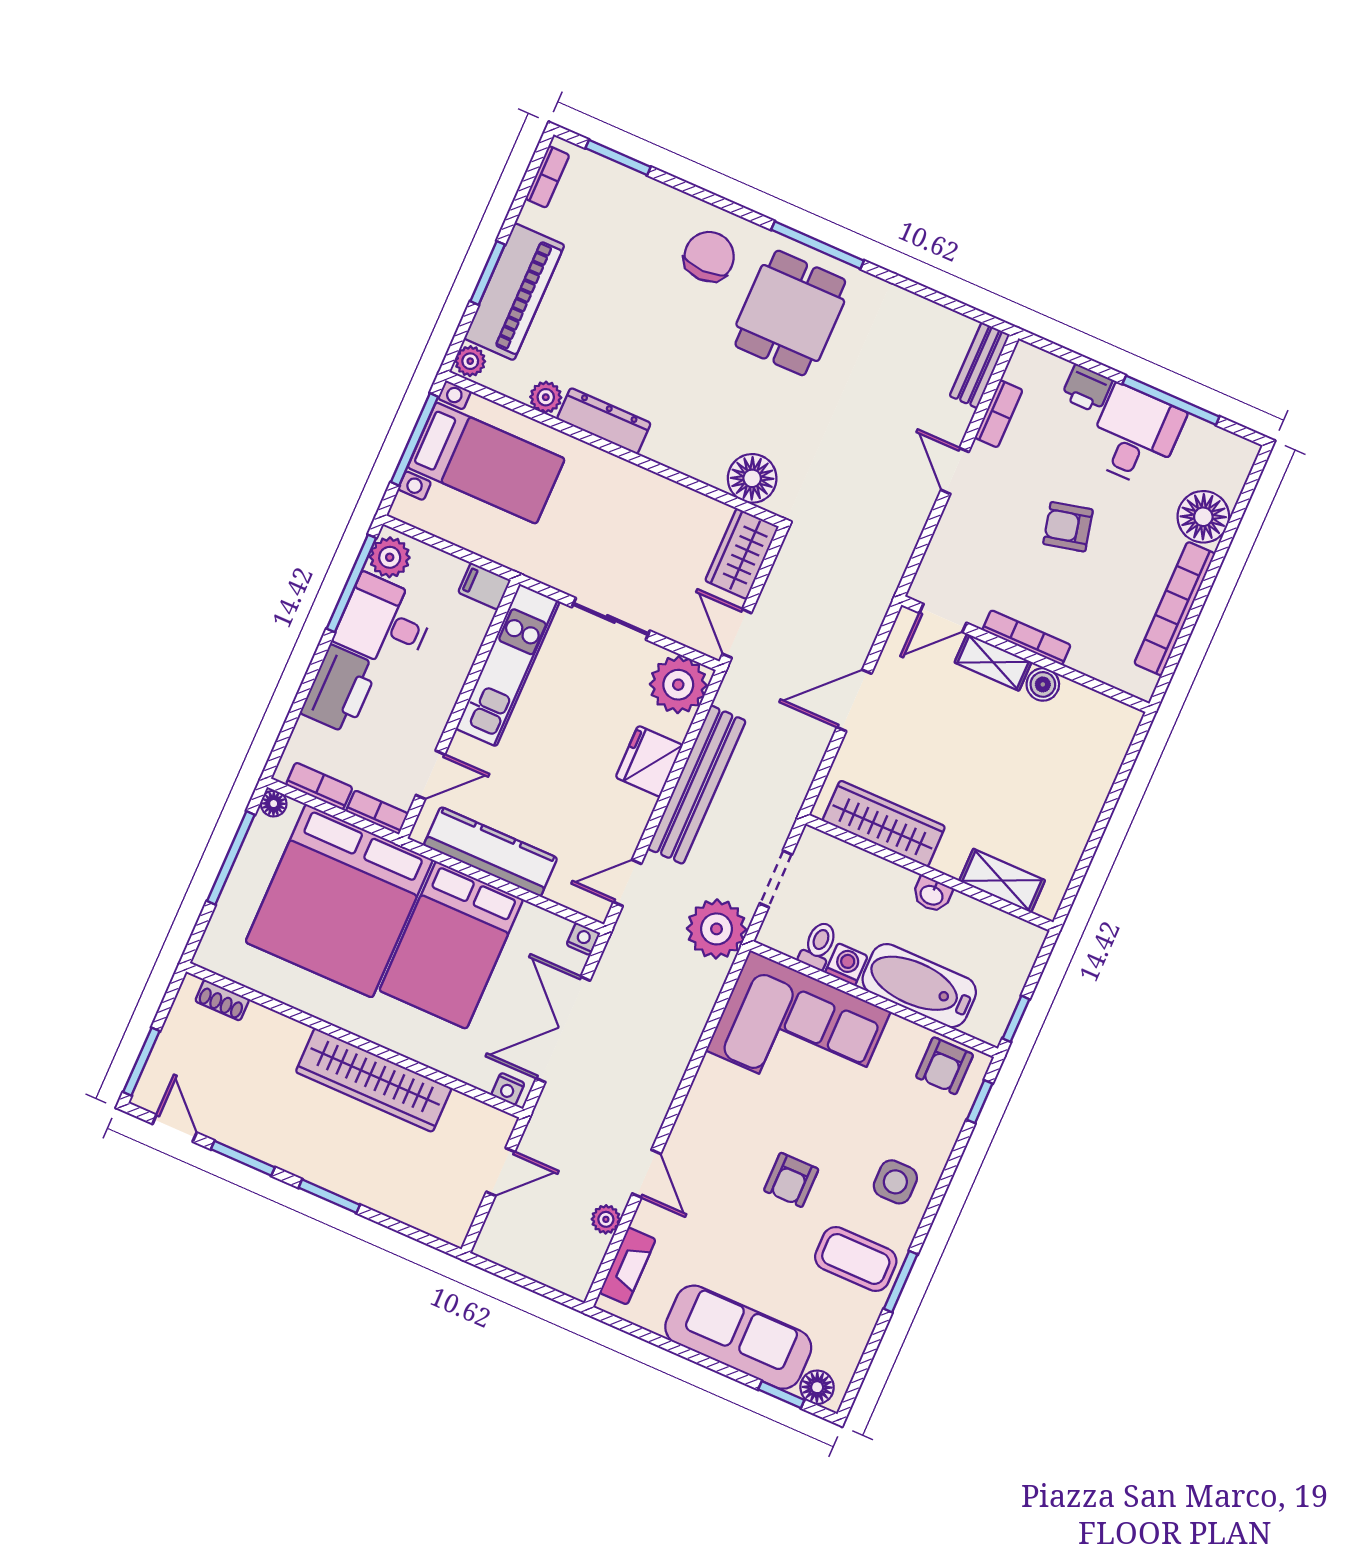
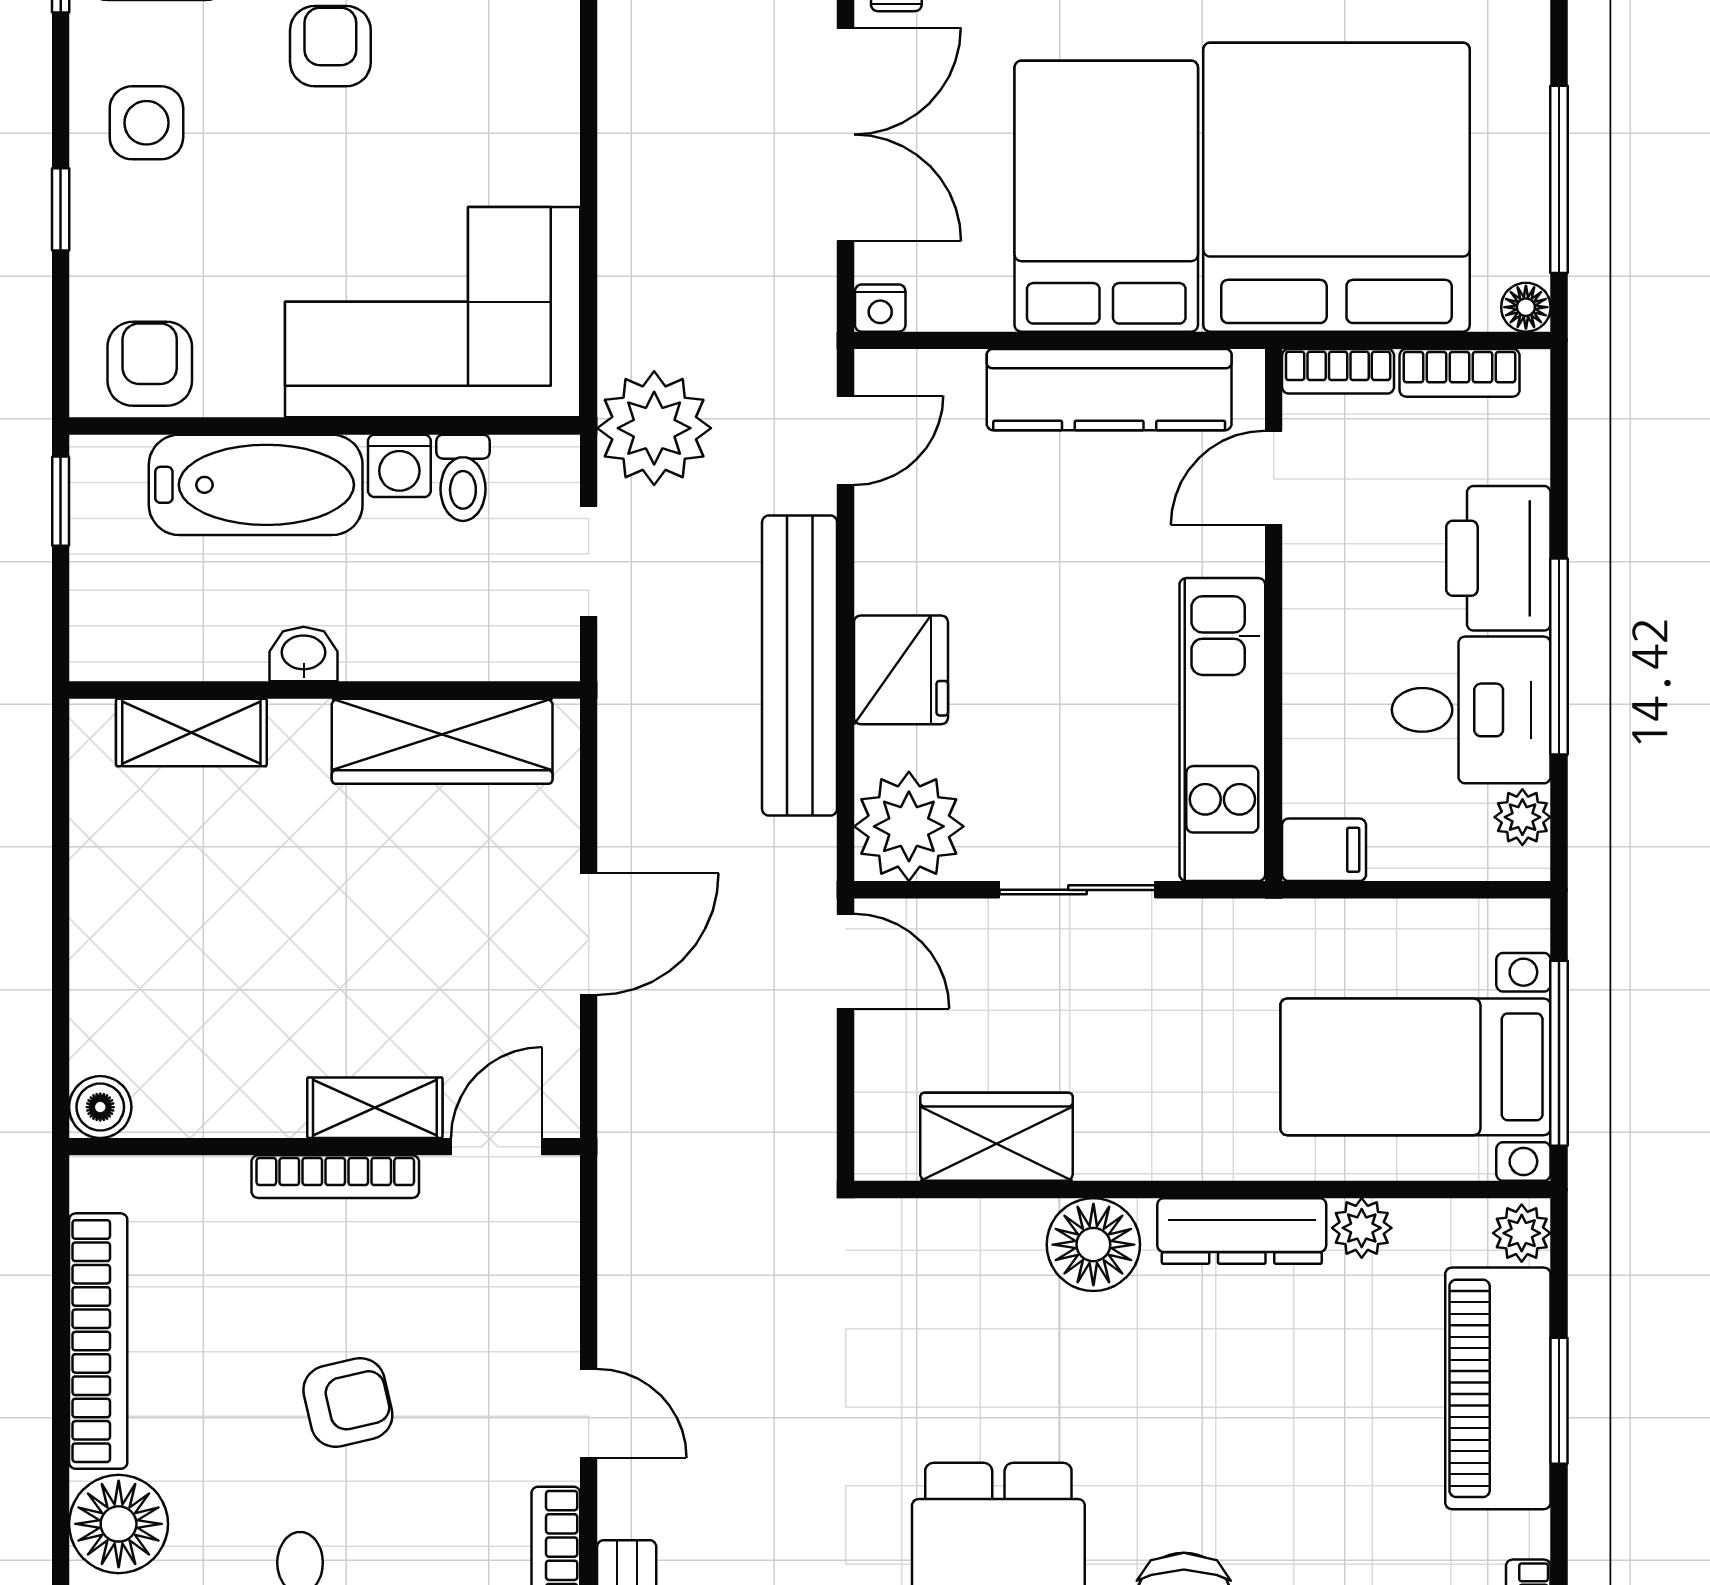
floor lamp: (752, 478) -> (1093, 1245), moved
wardrobe: (742, 554) -> (996, 1137), moved, turned -90
plant: (390, 557) -> (1522, 817), width x0.73, depth x0.73
window: (351, 583) -> (1559, 656), moved
boiler: (1043, 684) -> (100, 1107), moved
window: (980, 1102) -> (61, 209), moved

